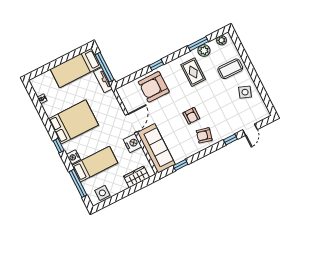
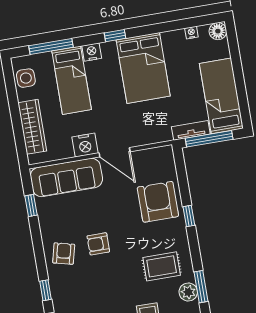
floor lamp: (36, 83) -> (218, 31), added
wardrobe: (137, 177) -> (32, 127), width x1.50

